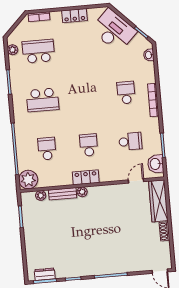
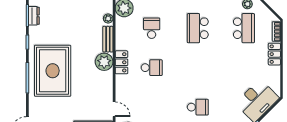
locker: (75, 16) -> (274, 54), moved
school desk: (130, 141) -> (152, 107), removed
school desk: (47, 149) -> (152, 28), turned -90
plant: (82, 192) -> (104, 62), width x1.88, depth x1.88
rug: (101, 249) -> (53, 71), added

